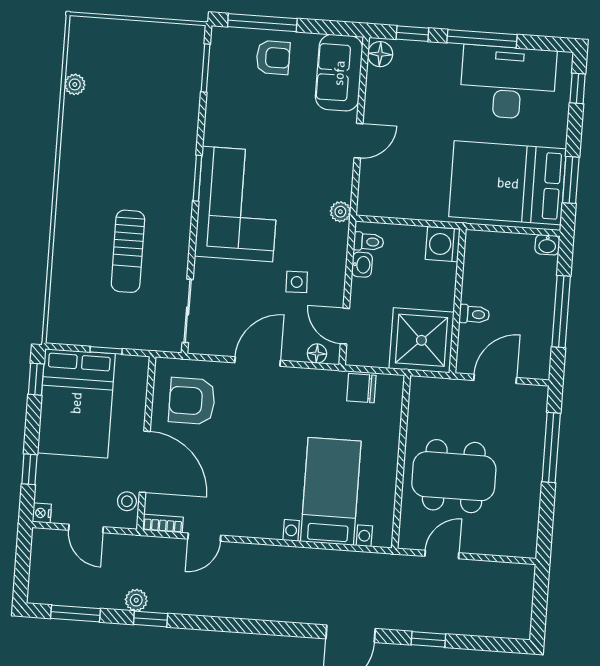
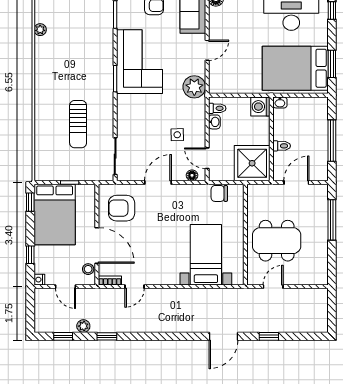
corner sofa: (238, 204) -> (140, 62), moved
plant: (340, 212) -> (194, 87), width x1.88, depth x1.88
washbasin: (547, 245) -> (280, 102), moved
plant: (136, 600) -> (83, 326), moved
window: (75, 613) -> (63, 336), width x0.67

